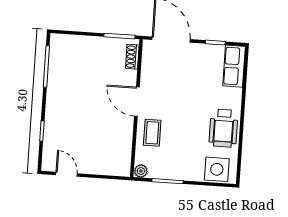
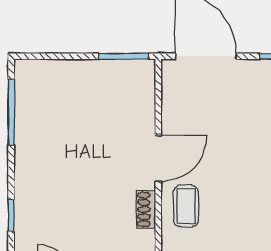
shoe rack: (132, 57) -> (146, 210), moved
door: (137, 102) -> (158, 158), swing flipped

